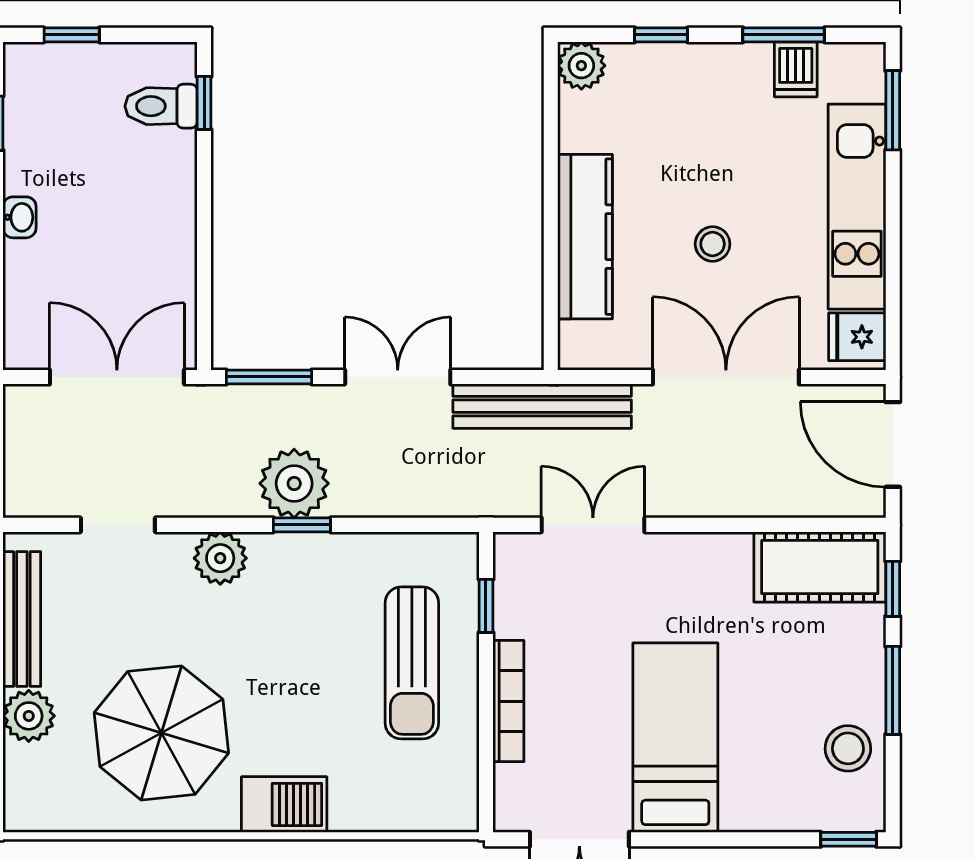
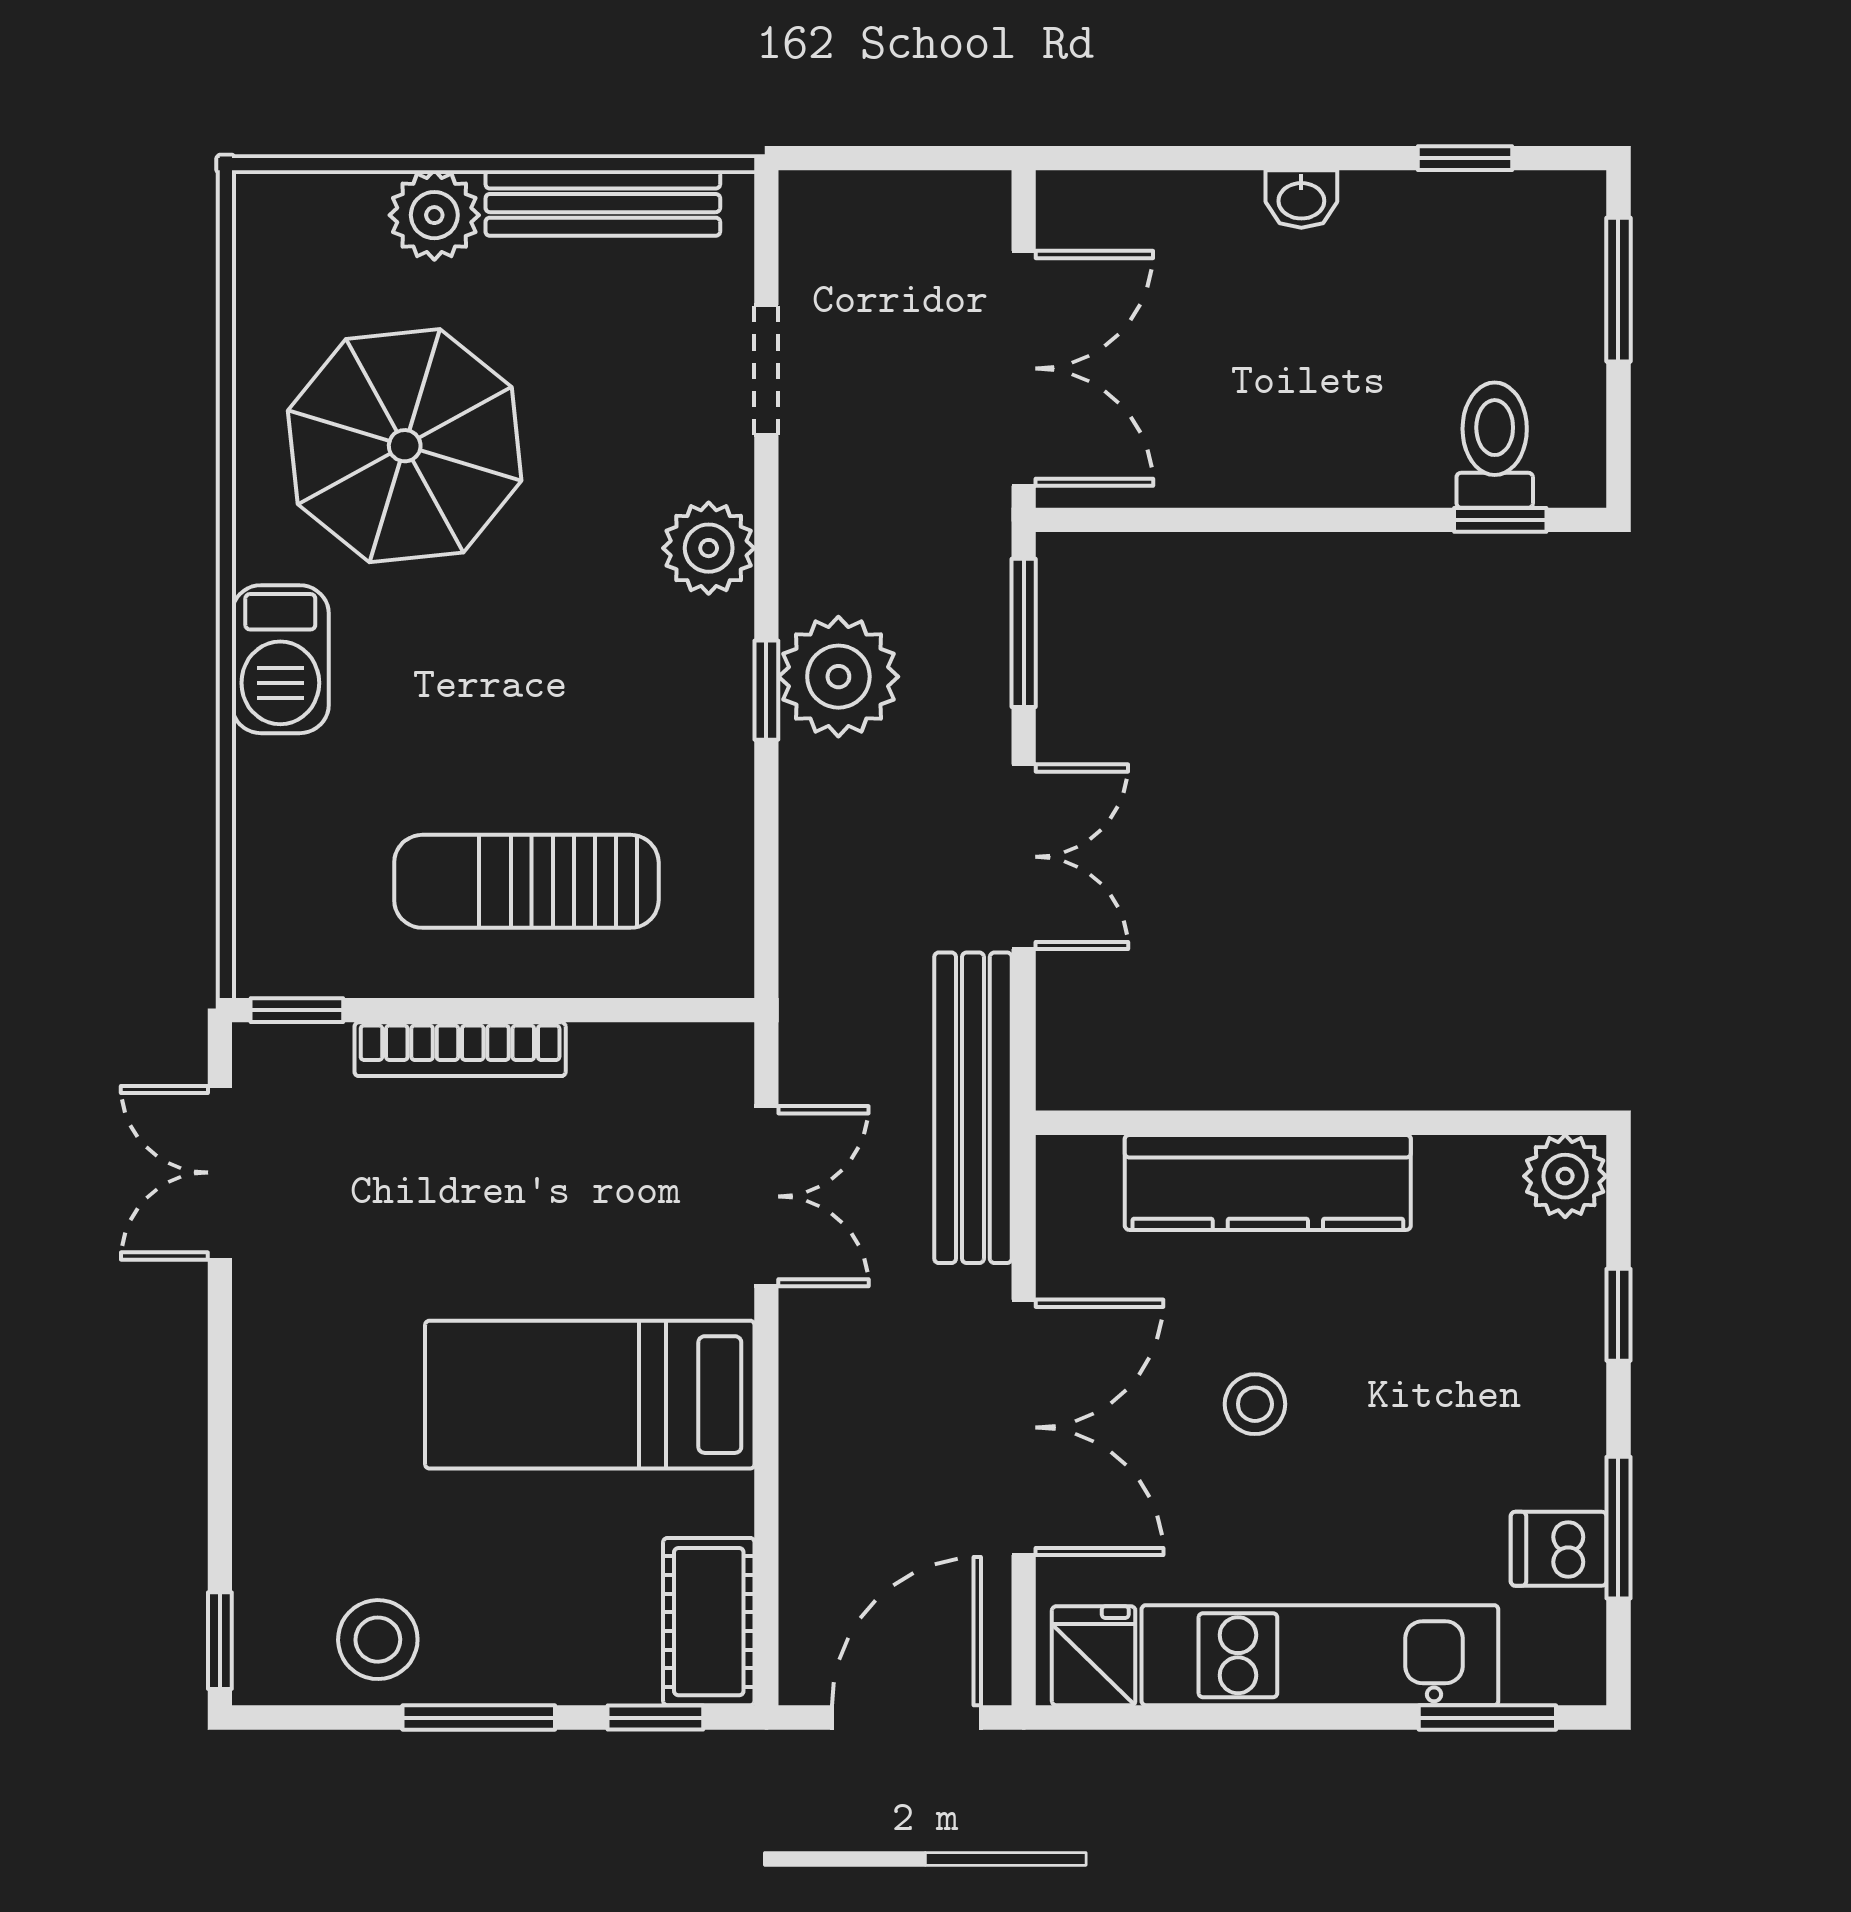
window: (72, 35) -> (1618, 290), width x1.50
cot: (820, 567) -> (709, 1622), width x0.73, depth x0.75
window: (486, 606) -> (297, 1010), moved
bed: (675, 738) -> (590, 1395), moved, turned 180

